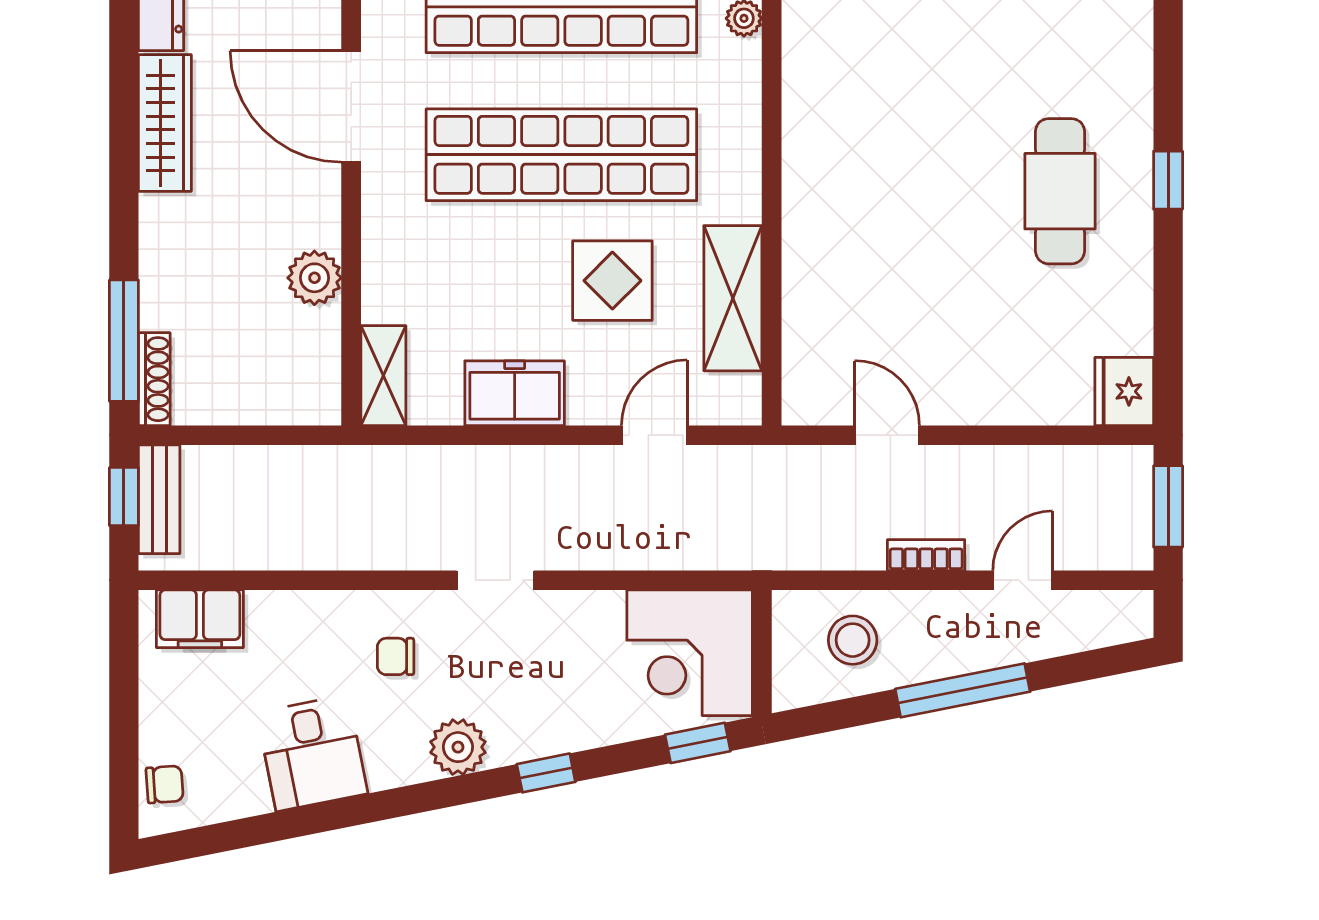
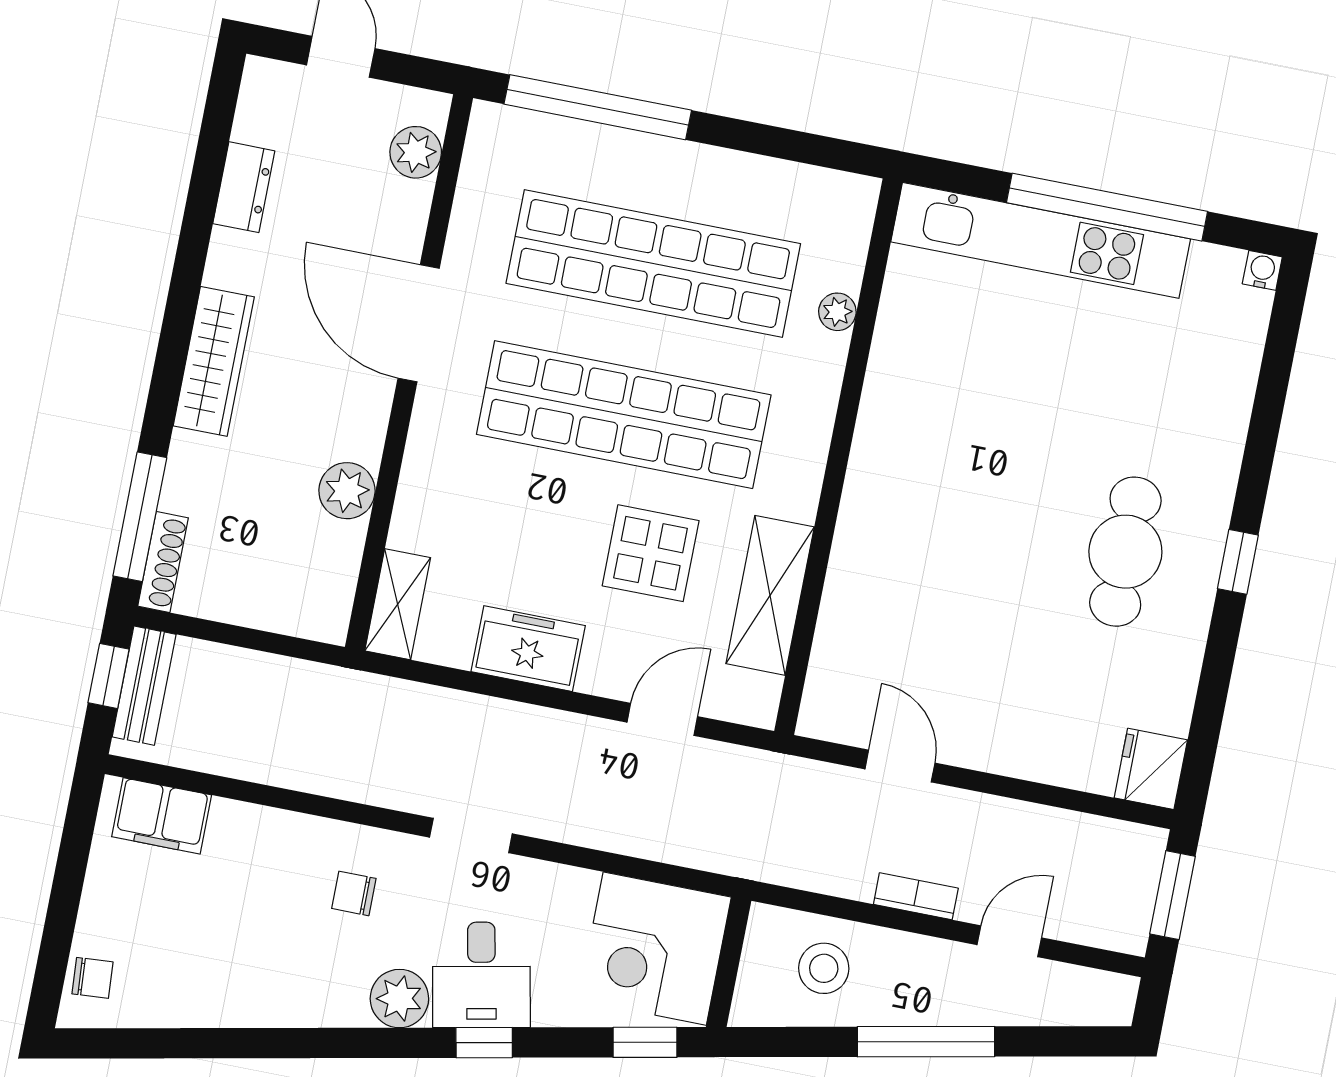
wardrobe: (165, 123) -> (214, 361), moved
desk: (312, 753) -> (481, 975), moved

